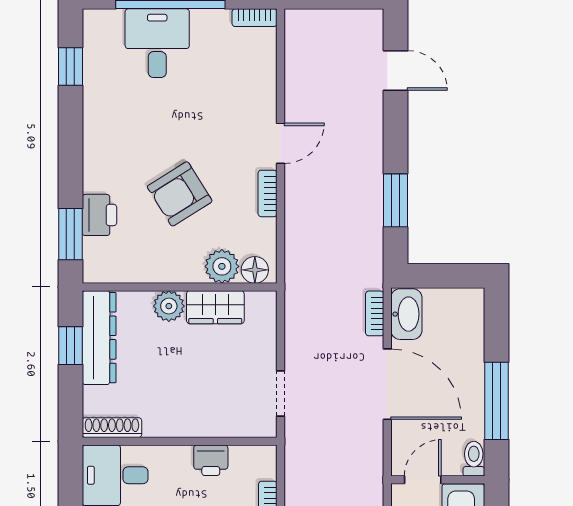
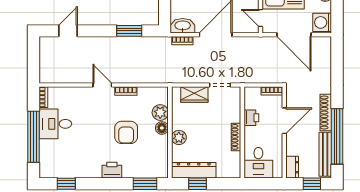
desk: (157, 43) -> (55, 124), moved
armchair: (180, 194) -> (126, 132), turned 32
printer: (99, 215) -> (112, 170), moved
floor lamp: (255, 270) -> (162, 128), moved
wardrobe: (215, 307) -> (194, 94), moved, turned 90
shoe rack: (112, 428) -> (236, 137), moved

